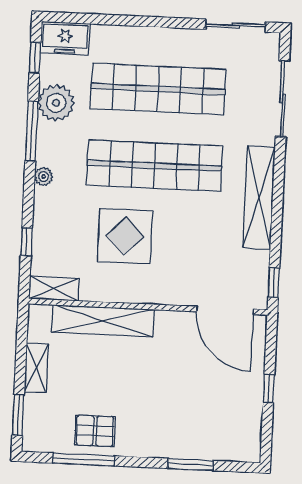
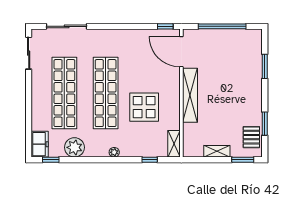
window: (32, 131) -> (90, 160), removed
shelving: (259, 197) -> (120, 36), removed
door: (225, 310) -> (181, 52), swing flipped
shelving: (103, 321) -> (190, 95), moved
window: (269, 389) -> (222, 26), width x3.17
pallet: (95, 431) -> (251, 137), moved
window: (84, 459) -> (265, 124), width x0.69

